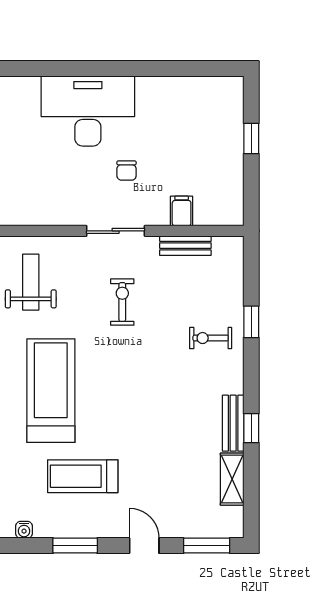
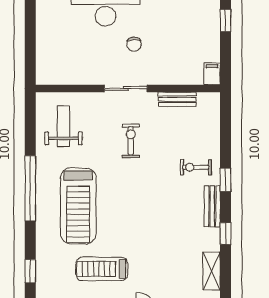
filing cabinet: (182, 211) -> (212, 74), moved
window: (251, 322) -> (226, 180), moved
treadmill: (51, 391) -> (78, 206), turned 180
bench: (233, 423) -> (212, 206), moved

